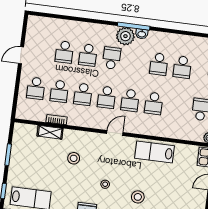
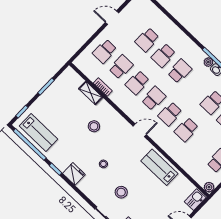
plant: (125, 36) -> (208, 62), width x0.53, depth x0.53
school desk: (59, 91) -> (121, 67), turned 180
school desk: (107, 97) -> (154, 98), turned 180

